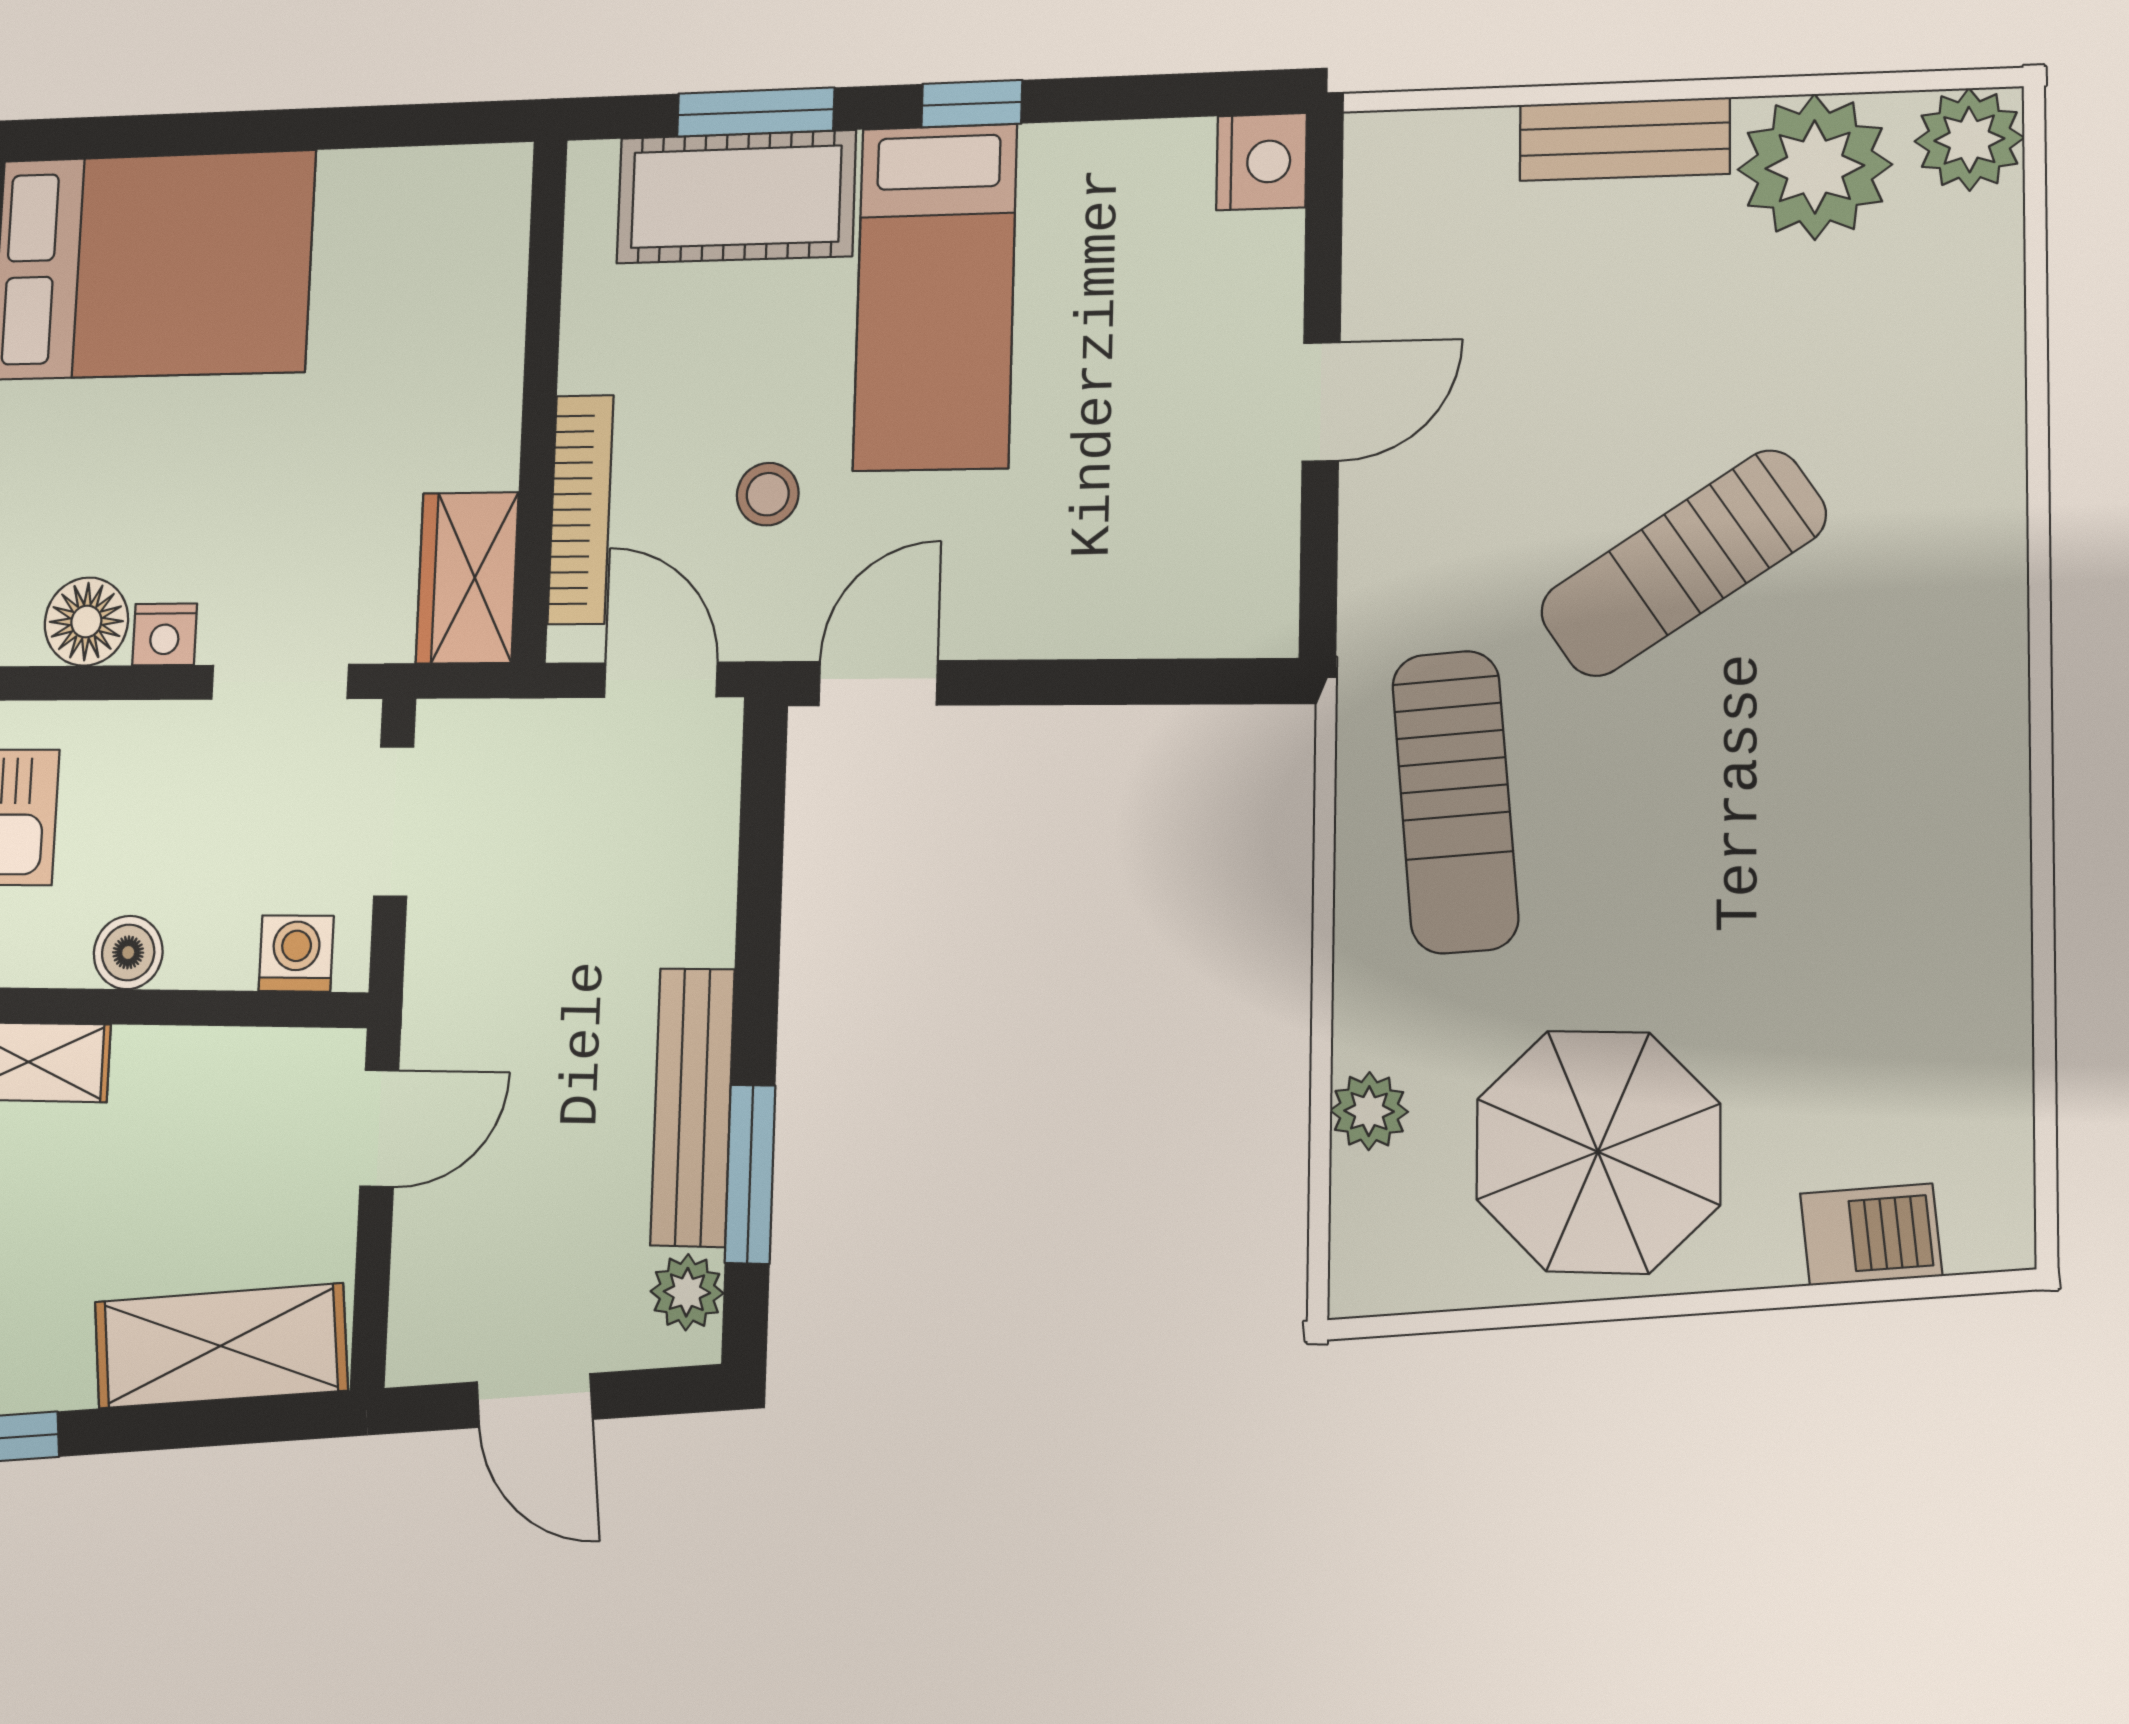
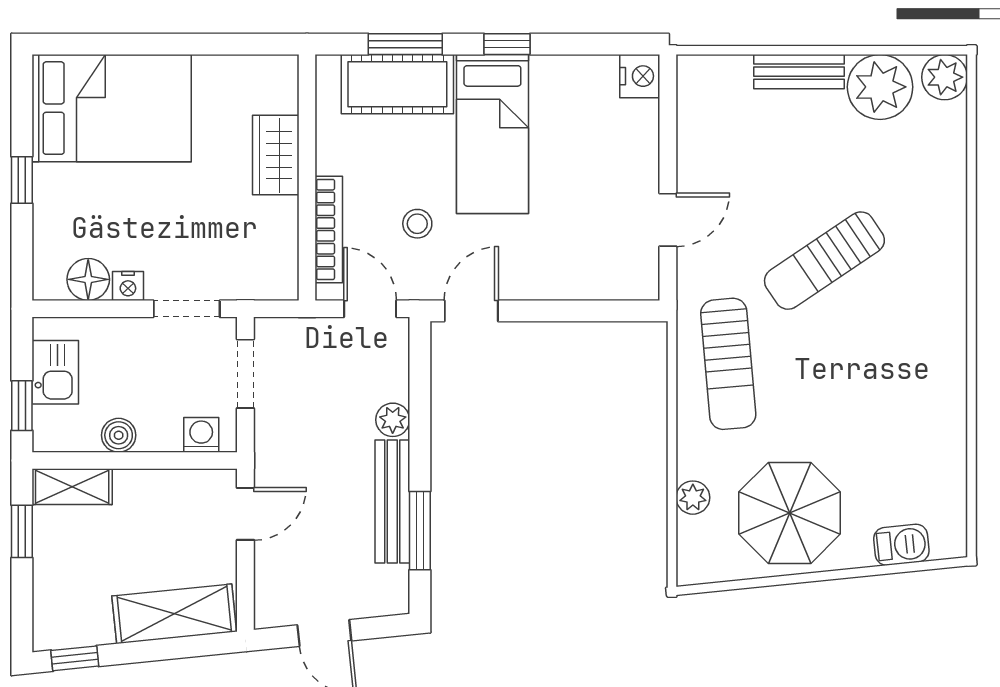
door: (1321, 402) -> (668, 220), moved
wardrobe: (467, 578) -> (276, 155), moved
plant: (687, 1292) -> (393, 420), moved

